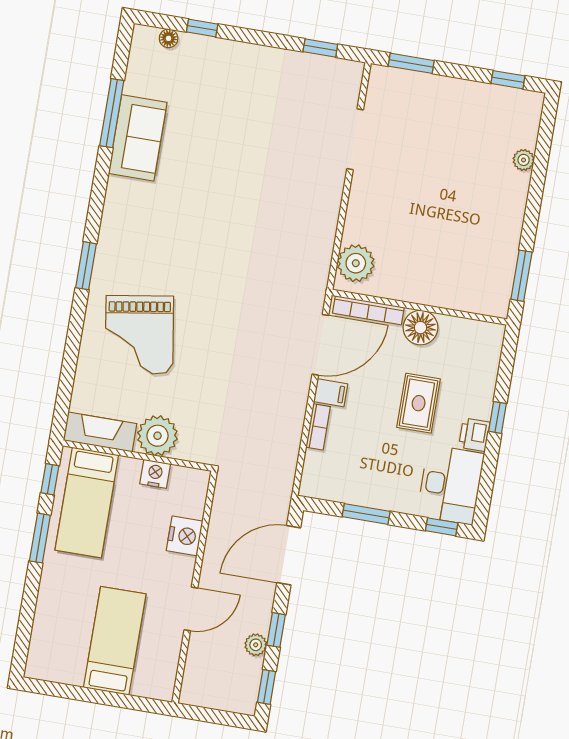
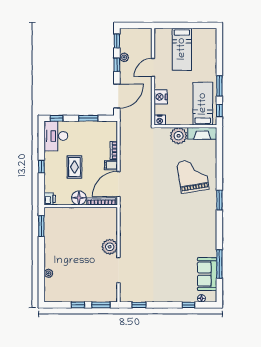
window: (508, 80) -> (78, 305), moved
sofa: (138, 138) -> (207, 274), moved
plant: (356, 263) -> (110, 247), moved
printer: (474, 435) -> (50, 199), moved
nightstand: (155, 474) -> (160, 120), moved

